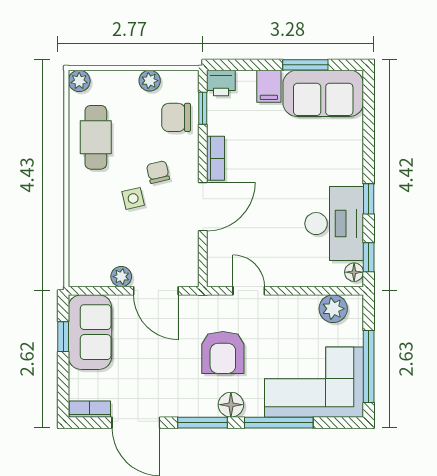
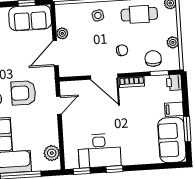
side table: (133, 198) -> (98, 15), moved
floor lamp: (354, 272) -> (73, 163), removed

